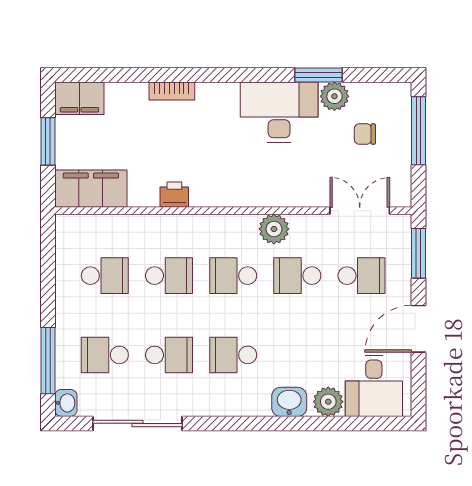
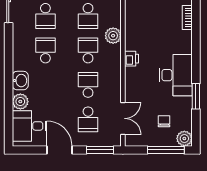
plant: (334, 96) -> (184, 139), moved
printer: (174, 195) -> (132, 59), moved
plant: (274, 229) -> (113, 36), moved

